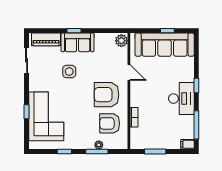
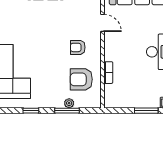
side table: (69, 72) -> (36, 22), removed
armchair: (107, 95) -> (78, 47), width x0.53, depth x0.53
window: (155, 152) -> (146, 111), moved

